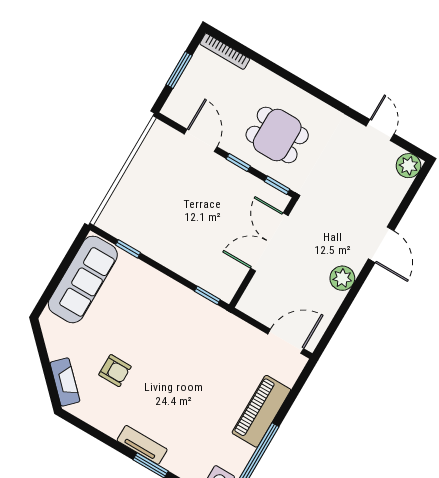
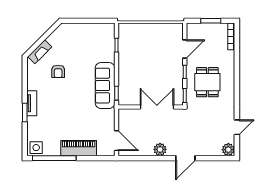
sofa: (83, 279) -> (105, 86), moved, turned 90

